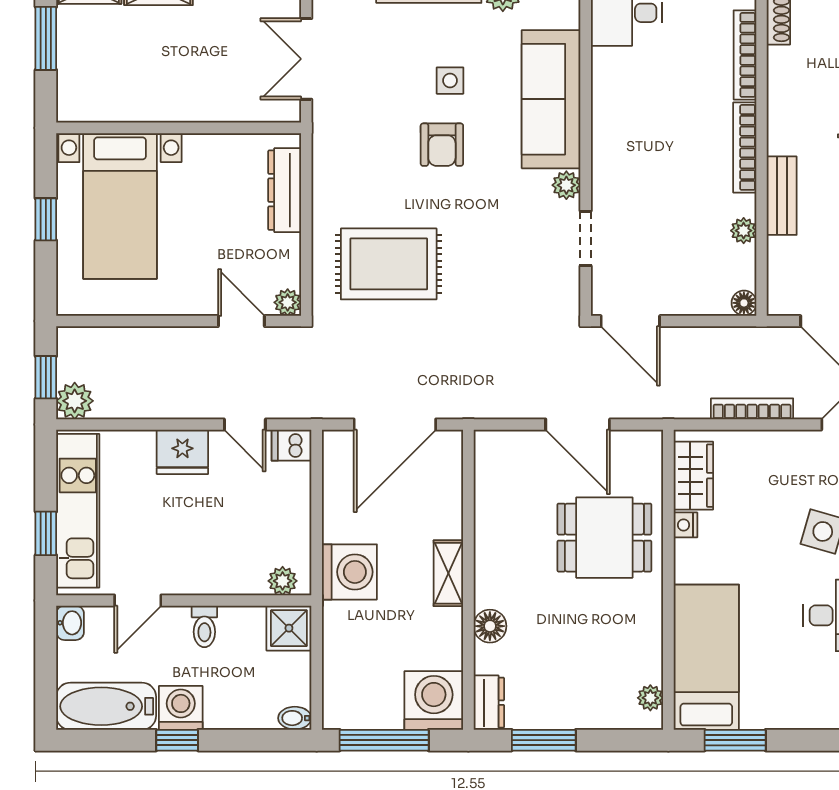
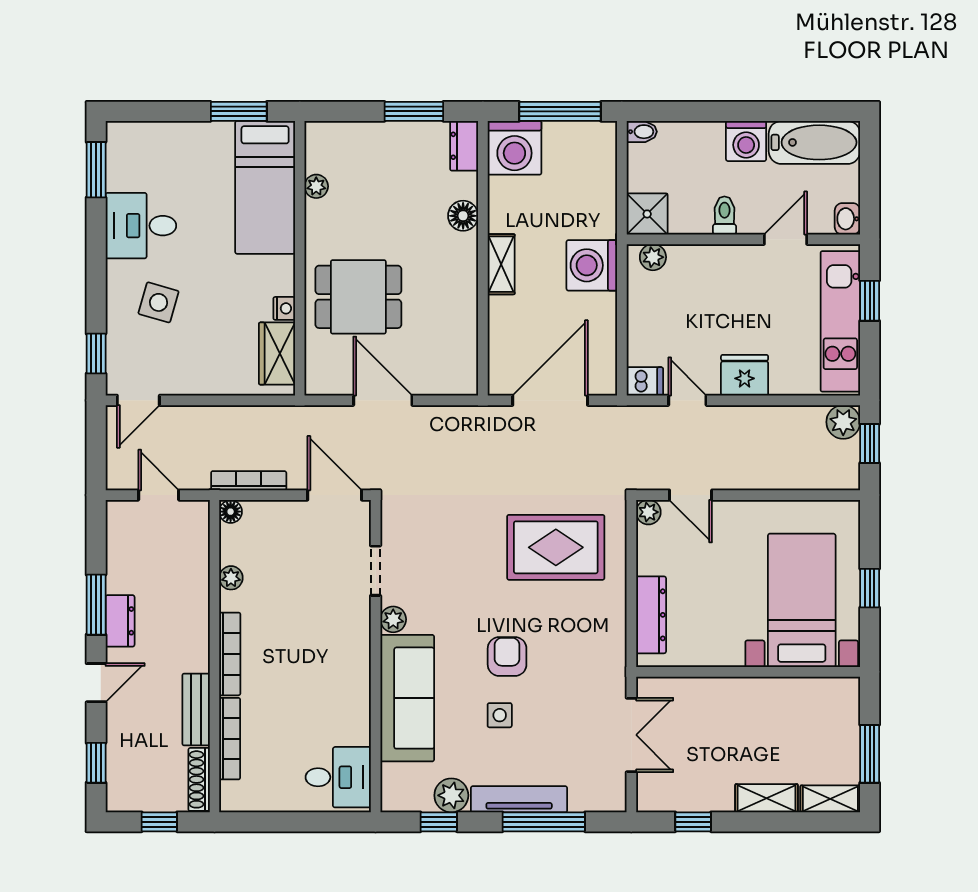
bench: (782, 196) -> (196, 710), moved
bookcase: (752, 409) -> (249, 481), moved, turned 180
plant: (650, 698) -> (316, 186), moved
window: (177, 740) -> (750, 111), removed

